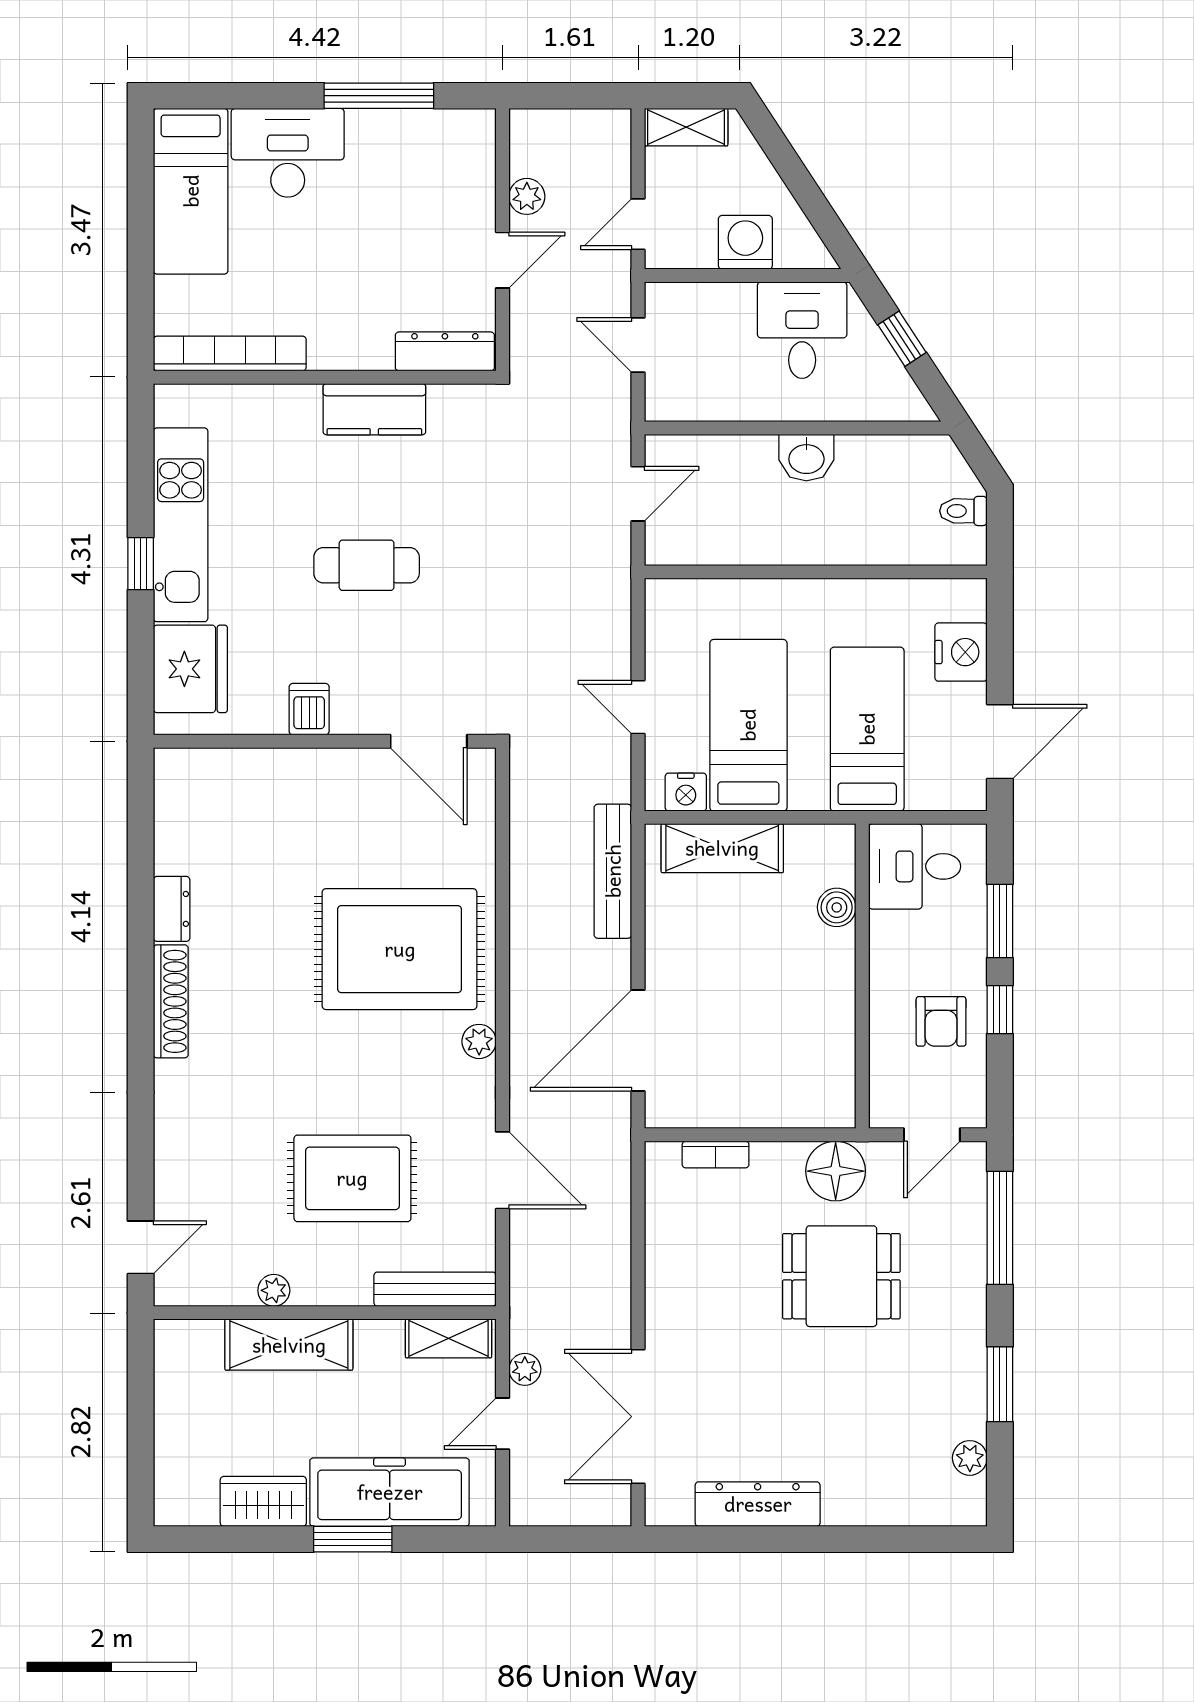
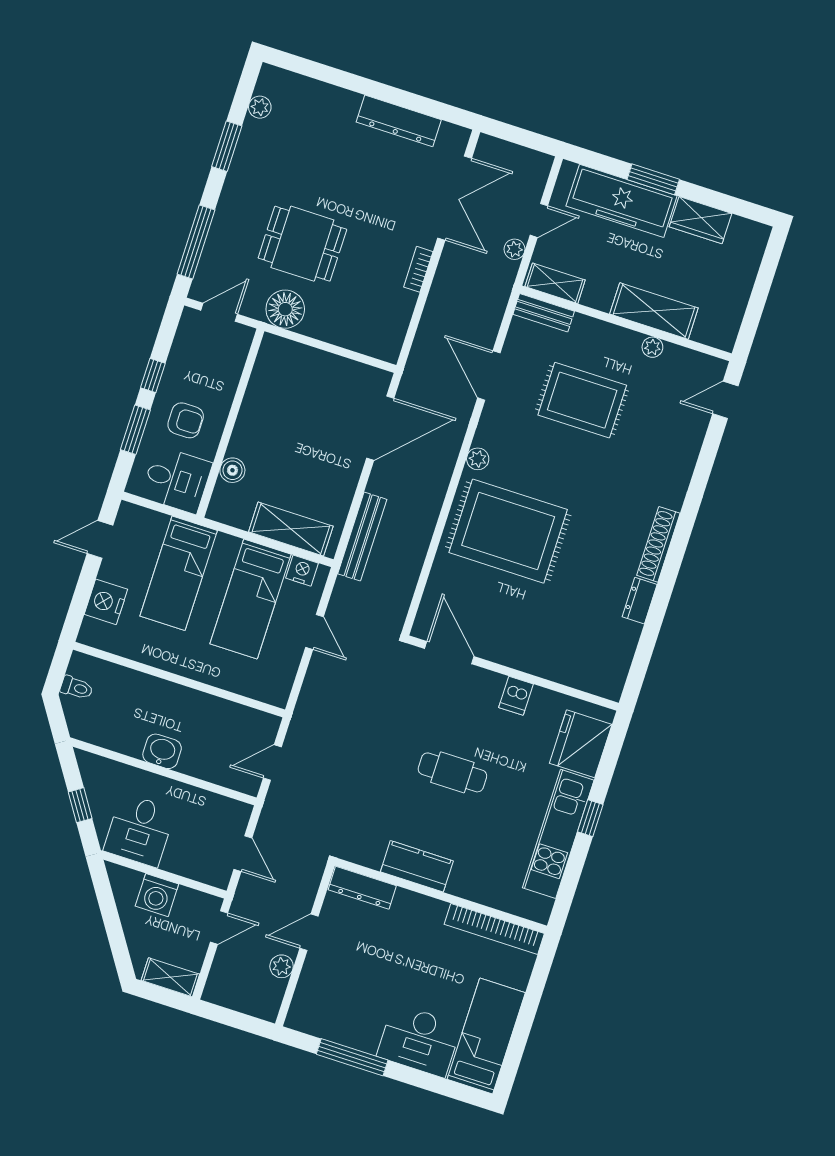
door: (1000, 742) -> (100, 539), width x0.73
armchair: (941, 1021) -> (186, 420), moved, turned 90
bookcase: (716, 1155) -> (418, 269), moved, turned -90
bench: (435, 1289) -> (544, 313), width x0.73

